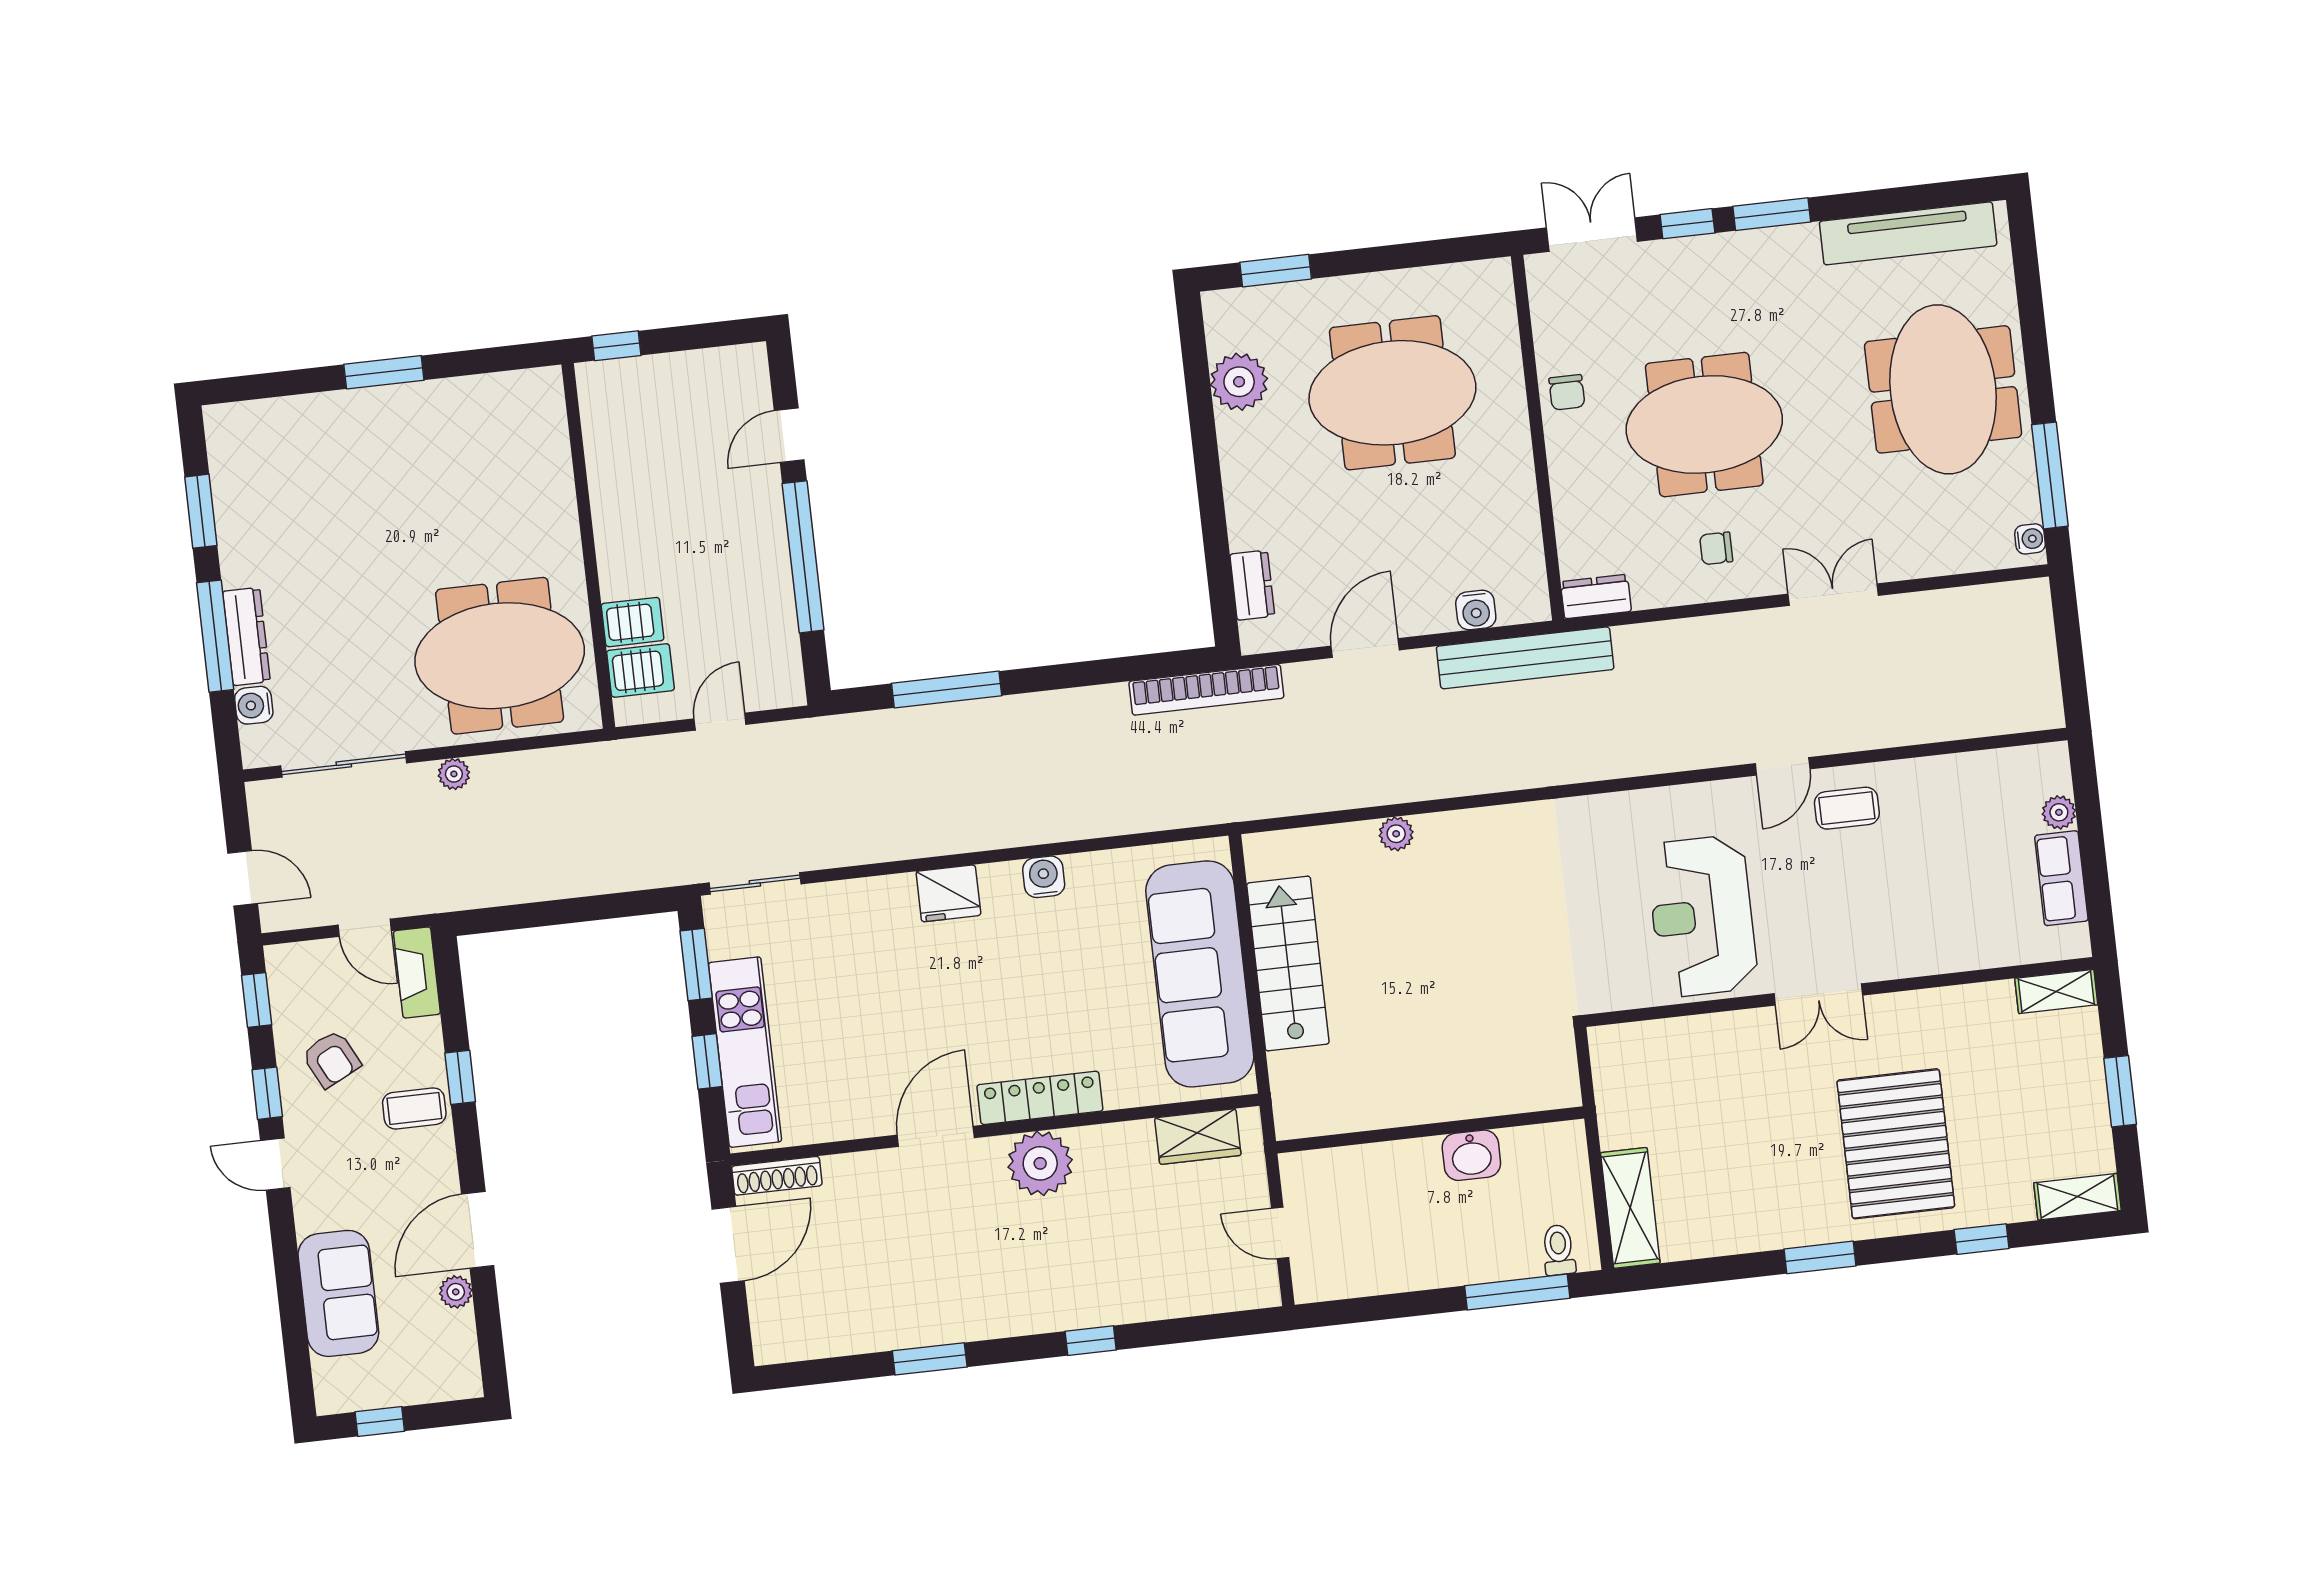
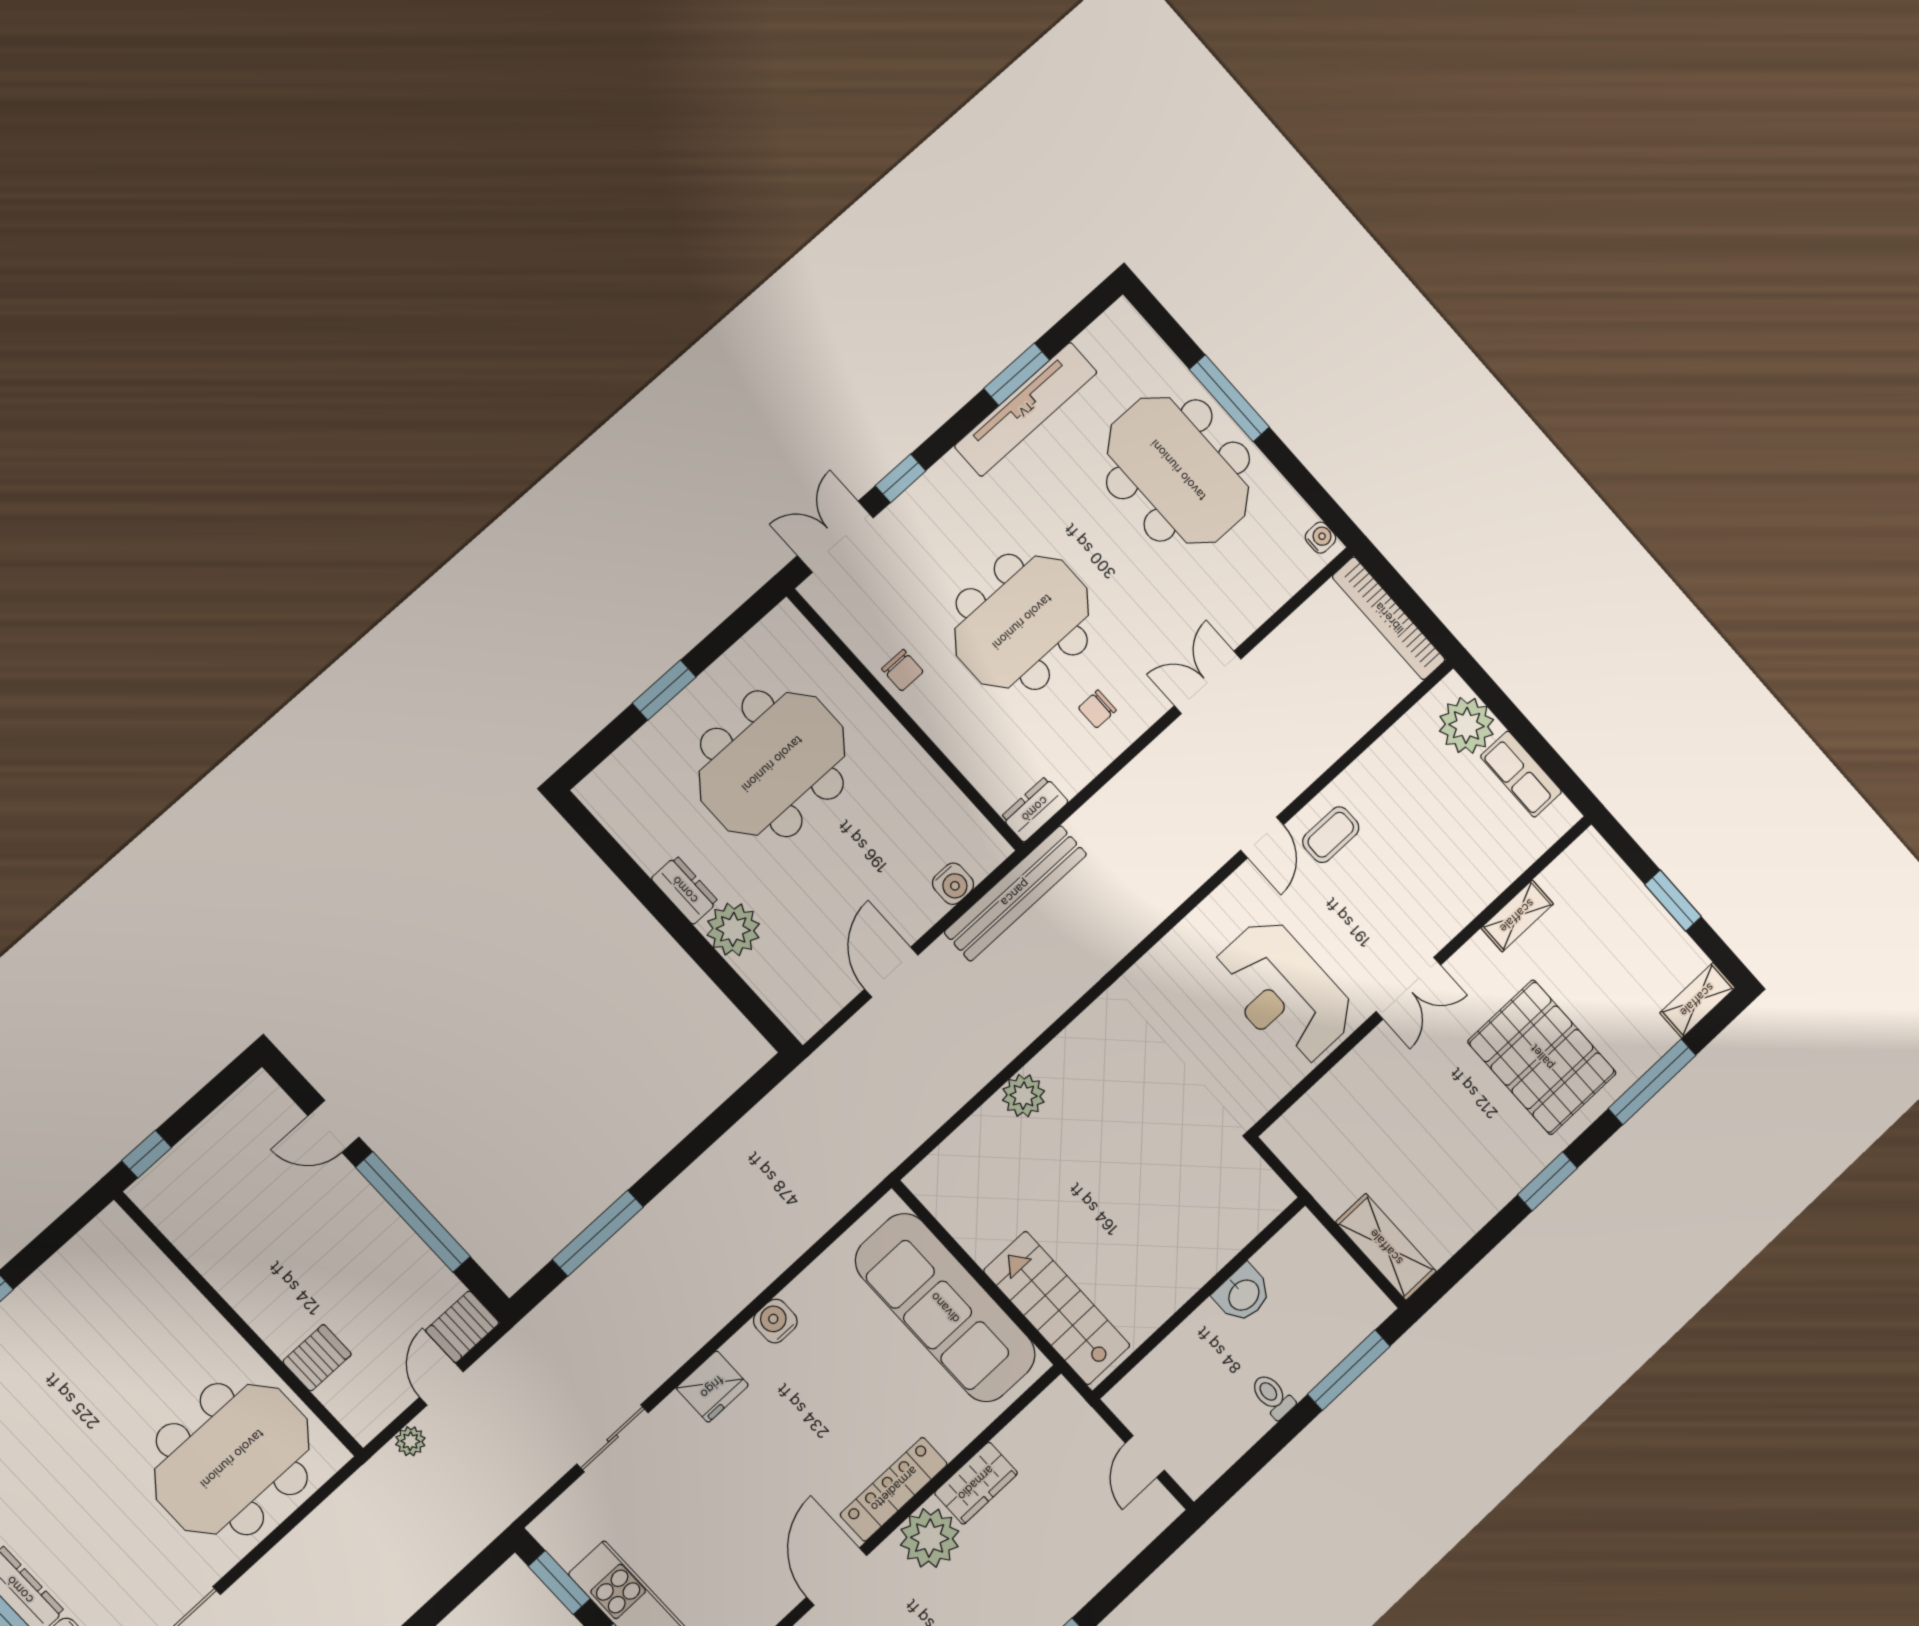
window: (1772, 214) -> (1017, 374), moved
tv unit: (1908, 233) -> (1026, 409), moved
window: (1276, 271) -> (664, 690), moved
plant: (1239, 382) -> (733, 929), moved
door: (789, 435) -> (333, 1126), hinge flipped
window: (2050, 475) -> (1229, 398), moved
dresser: (1252, 585) -> (685, 890), moved
server rack: (640, 670) -> (462, 1327), moved, turned 180
bookcase: (1206, 690) -> (1389, 618), moved, turned 90
plant: (454, 774) -> (410, 1441), moved
plant: (2059, 812) -> (1467, 725), width x1.87, depth x1.87
plant: (1396, 834) -> (1024, 1096), width x1.38, depth x1.38
sliding door: (755, 883) -> (613, 1438), moved
stairs: (1288, 963) -> (1057, 1308), moved
shelving: (2056, 991) -> (1517, 916), moved
wardrobe: (1198, 1137) -> (976, 1483), moved
door: (1280, 1233) -> (1145, 1457), hinge flipped
window: (1982, 1239) -> (1652, 1082), width x2.17
toilet: (1559, 1250) -> (1273, 1396), moved

